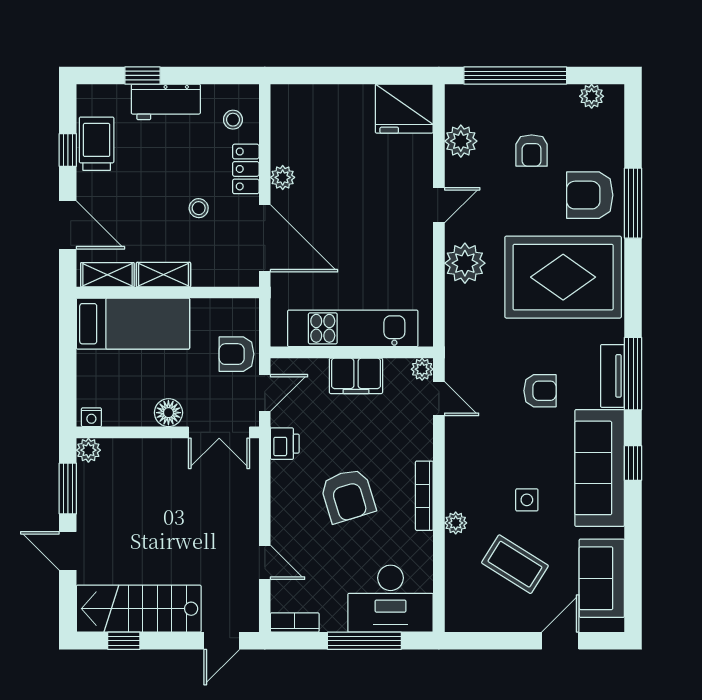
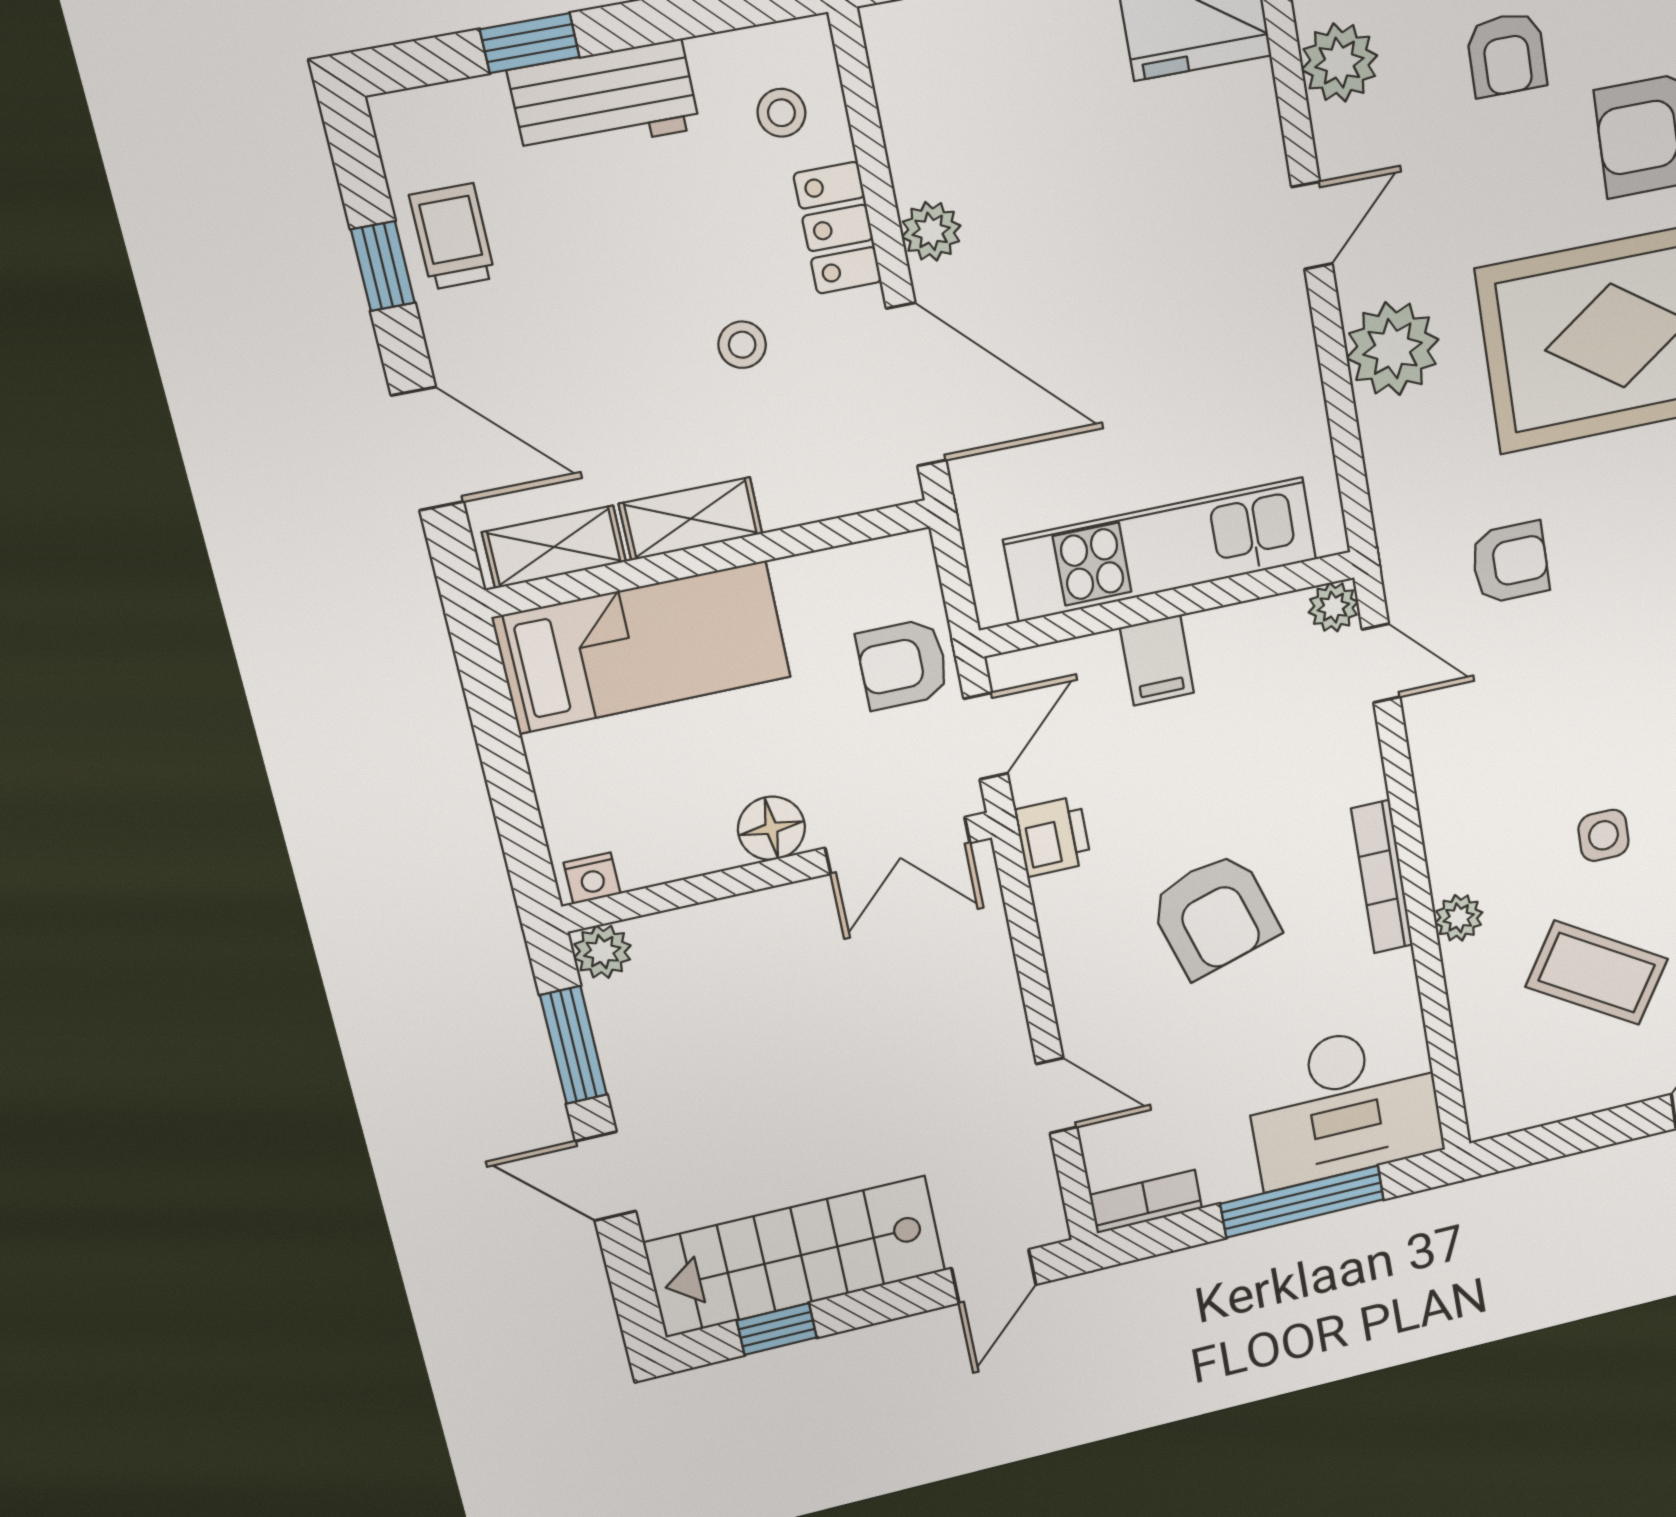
trolley: (97, 144) -> (452, 237), width x0.73, depth x0.72
filing cabinet: (356, 376) -> (1157, 660), width x0.50
armchair: (540, 391) -> (1510, 562), moved

